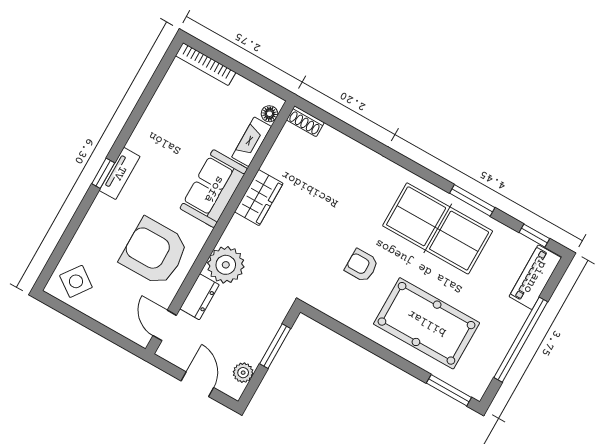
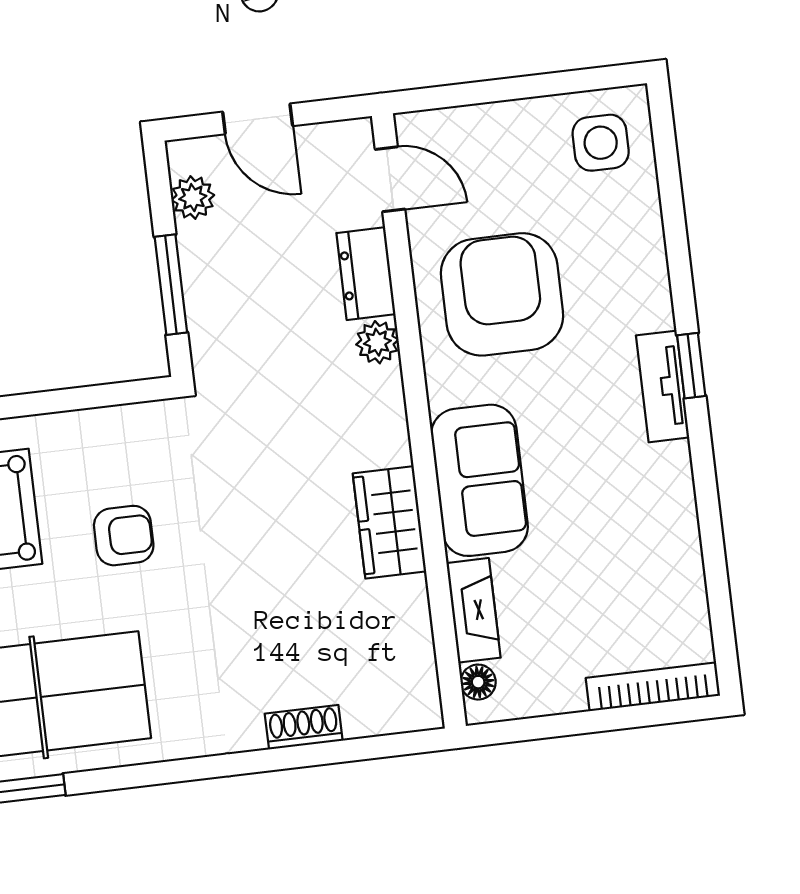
shoe rack: (305, 121) -> (304, 727), moved
armchair: (154, 252) -> (502, 294), turned -90
plant: (226, 265) -> (377, 342), width x0.53, depth x0.53
side table: (76, 281) -> (601, 143), turned -36

